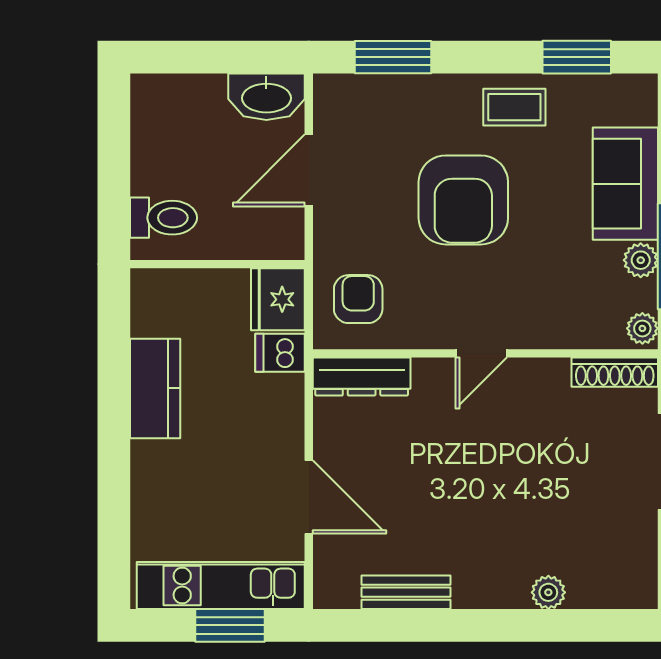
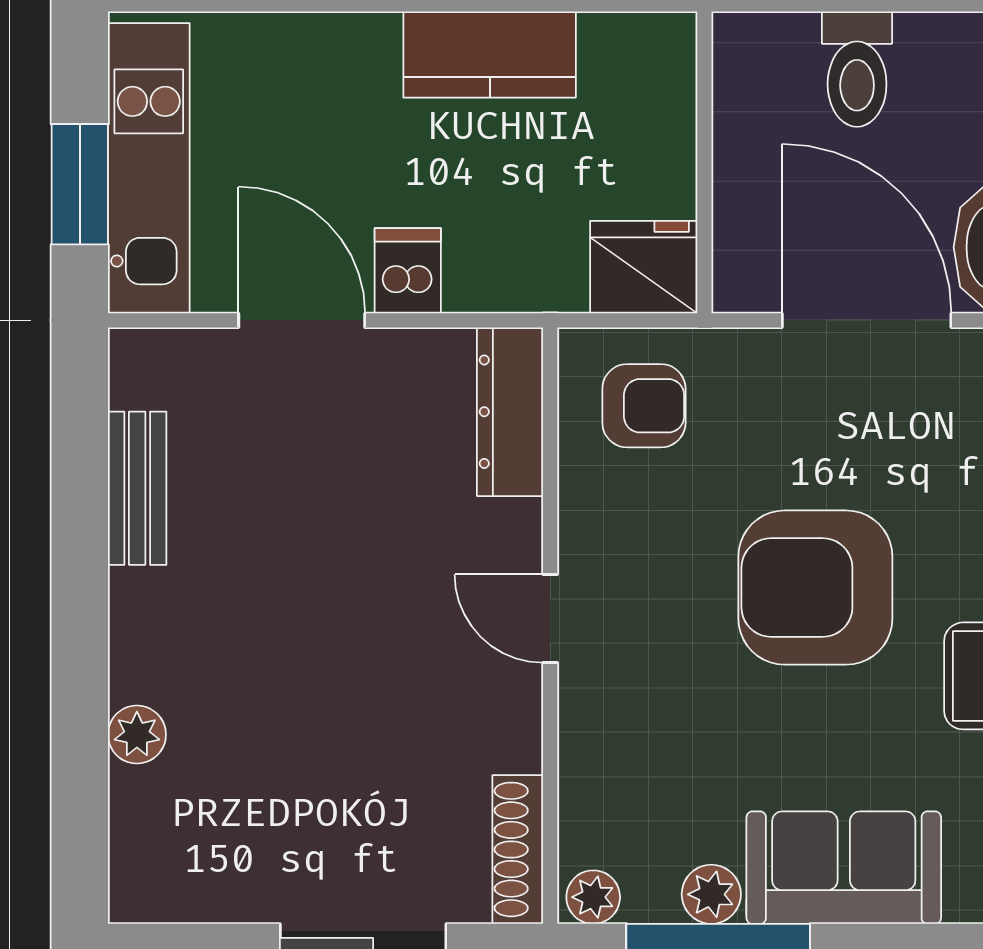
door: (309, 170) -> (867, 320), width x1.36
toilet: (164, 218) -> (857, 69), moved
dishwasher: (280, 353) -> (408, 271), moved
door: (309, 497) -> (302, 320), swing flipped

